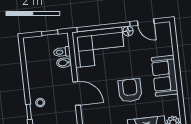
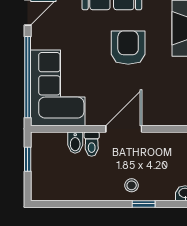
floor lamp: (128, 31) -> (38, 41), removed
toilet: (62, 52) -> (92, 144), moved
armchair: (130, 90) -> (128, 48), turned 90

